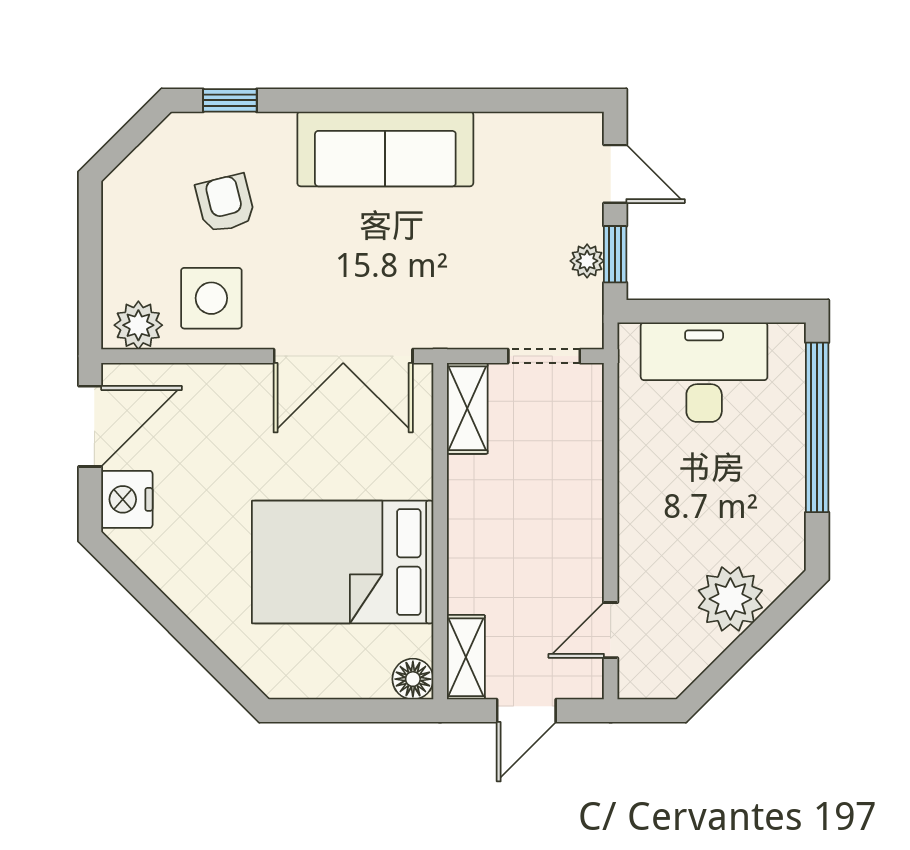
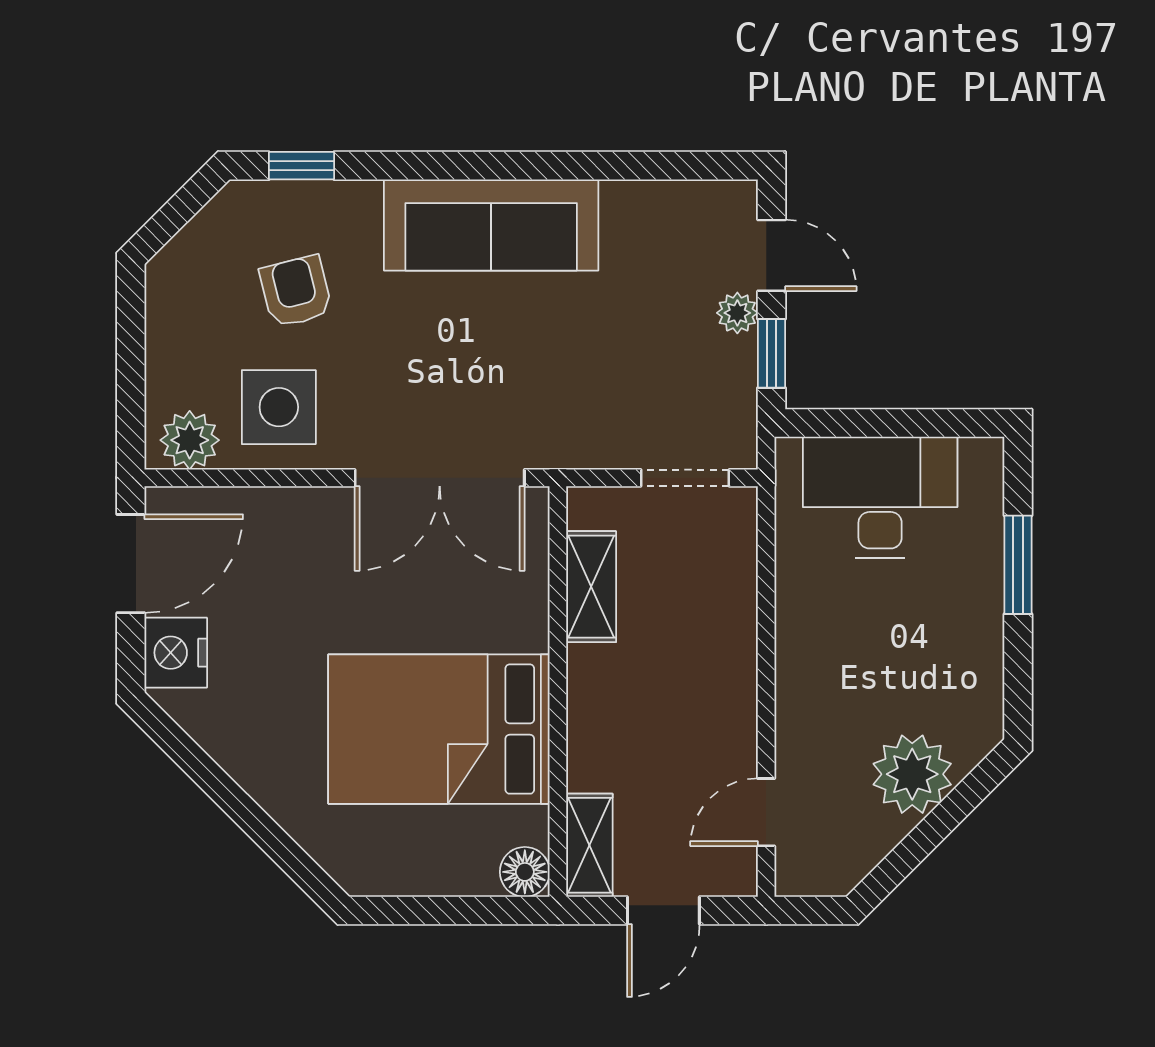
plant: (587, 261) -> (737, 313), moved
shelving: (467, 408) -> (591, 587), moved
window: (817, 427) -> (1018, 565), width x0.47

